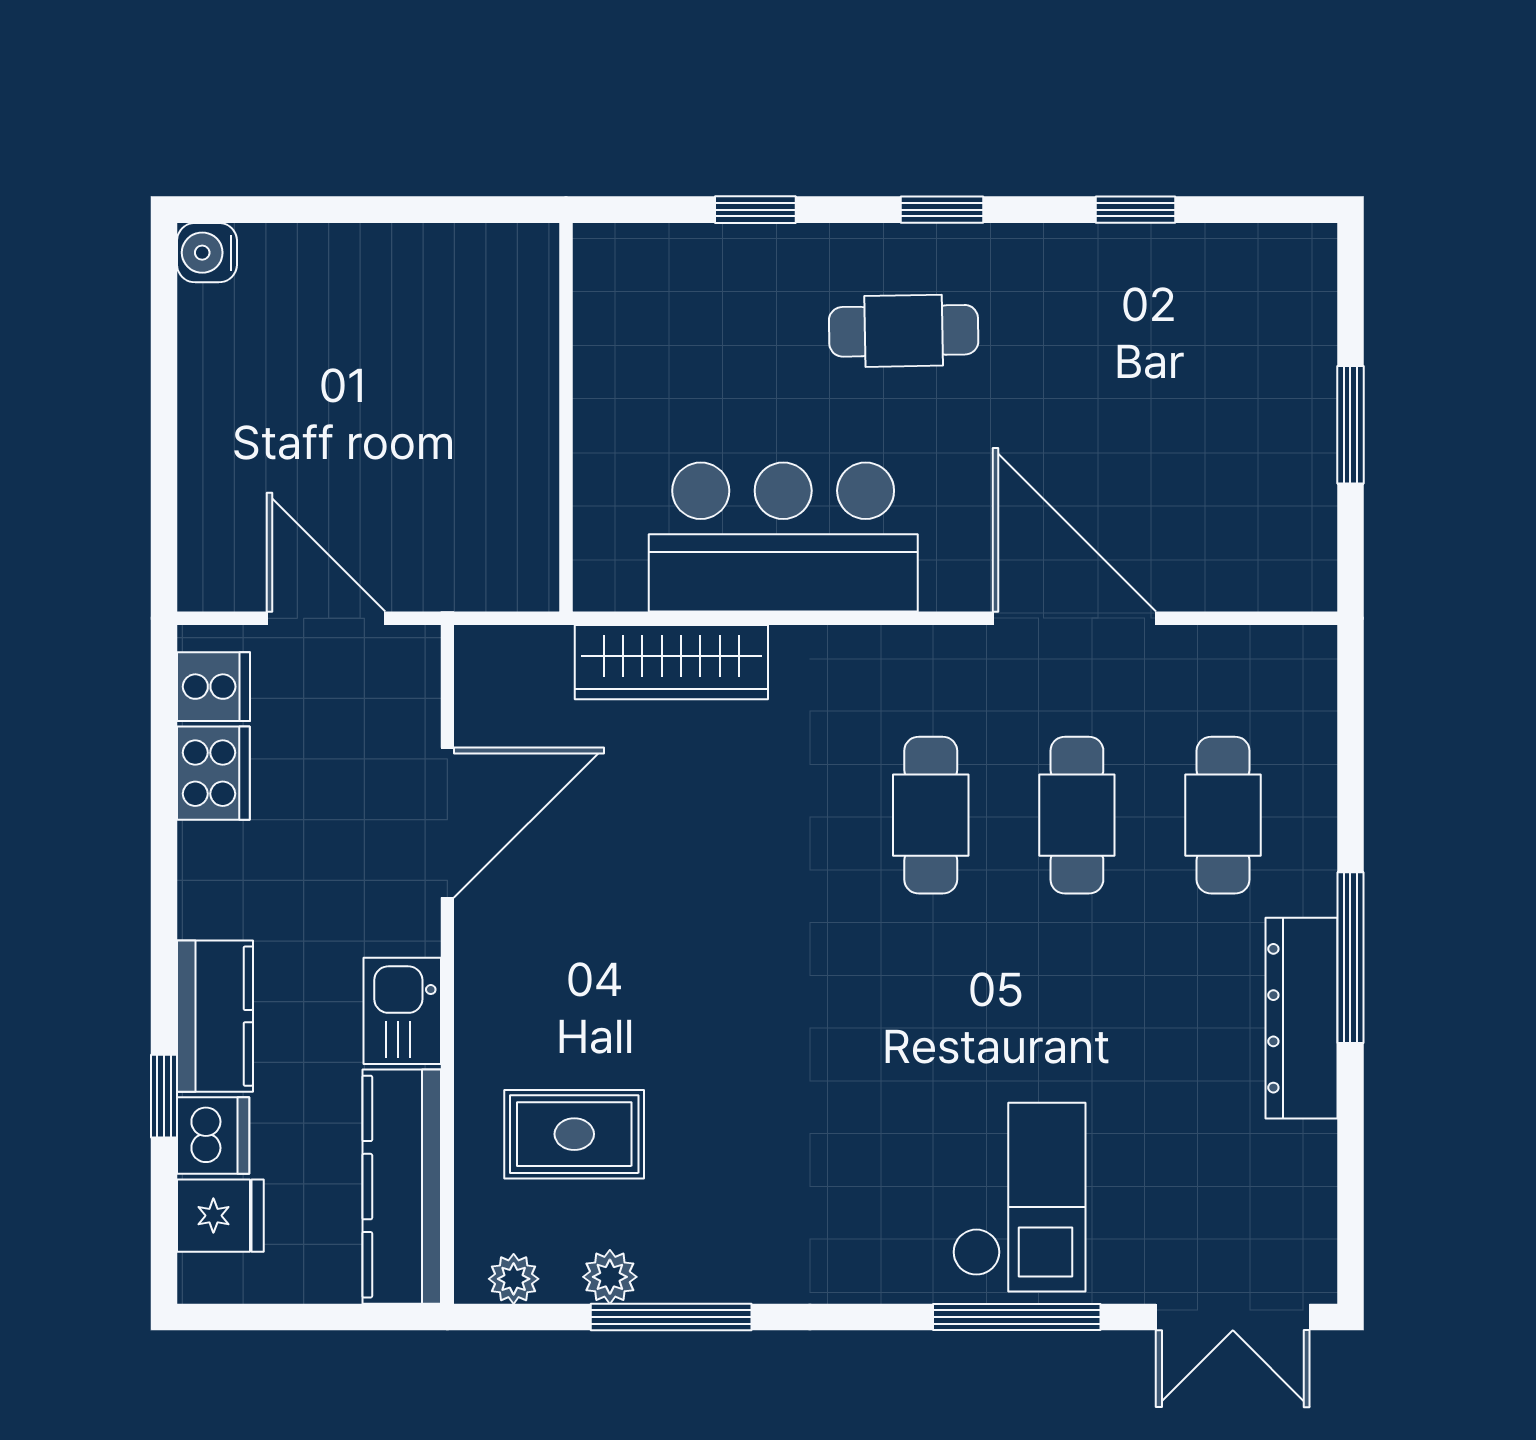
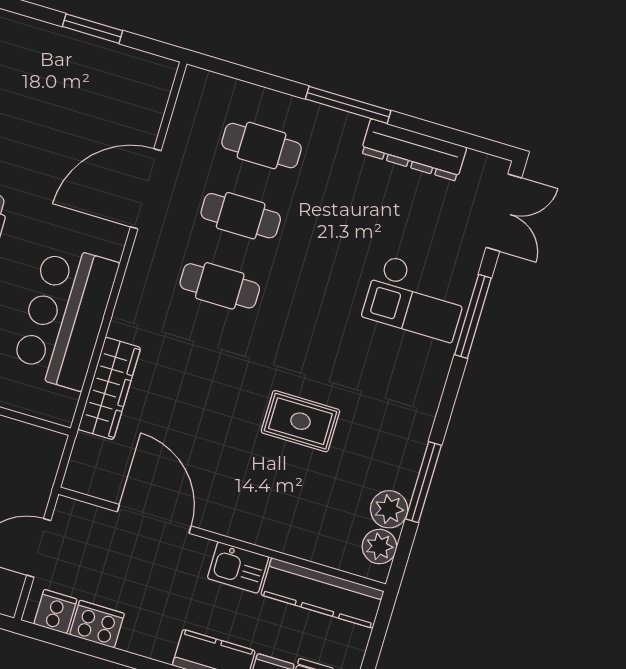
dresser: (1301, 1018) -> (414, 150), moved
rug: (574, 1134) -> (300, 421), moved, turned 90
checkout: (1019, 1197) -> (416, 298), turned 180
plant: (610, 1277) -> (389, 509), width x1.38, depth x1.38
plant: (514, 1279) -> (379, 547), width x1.38, depth x1.38

